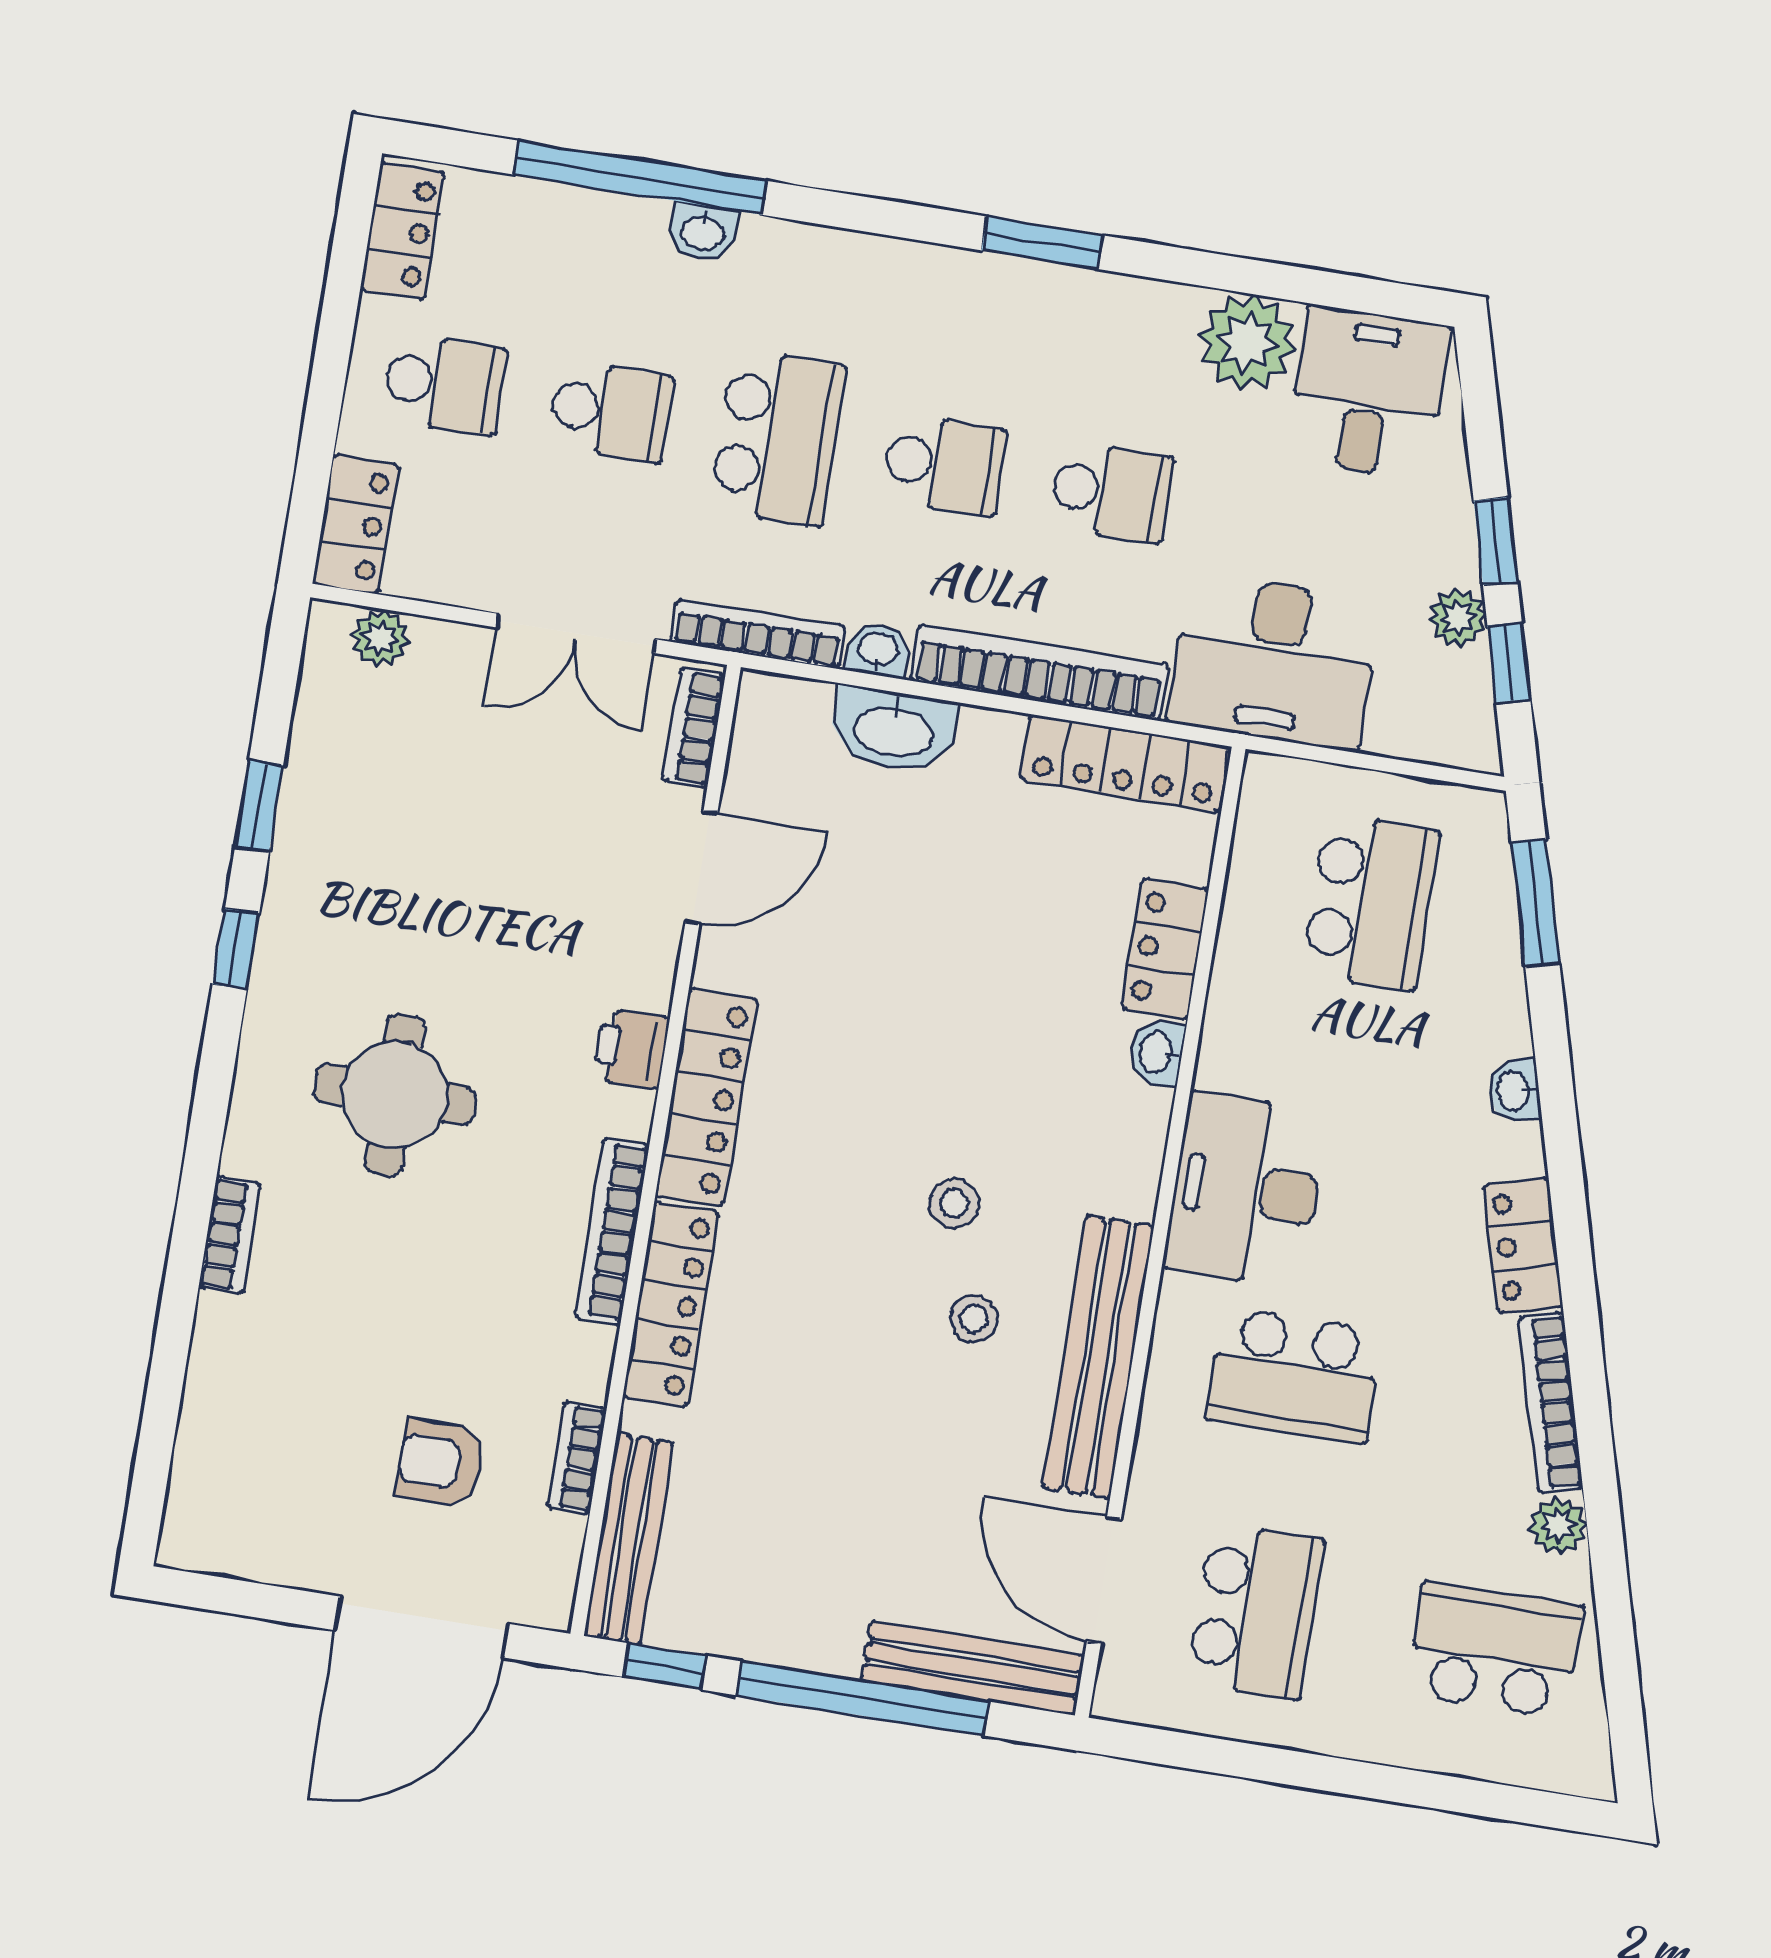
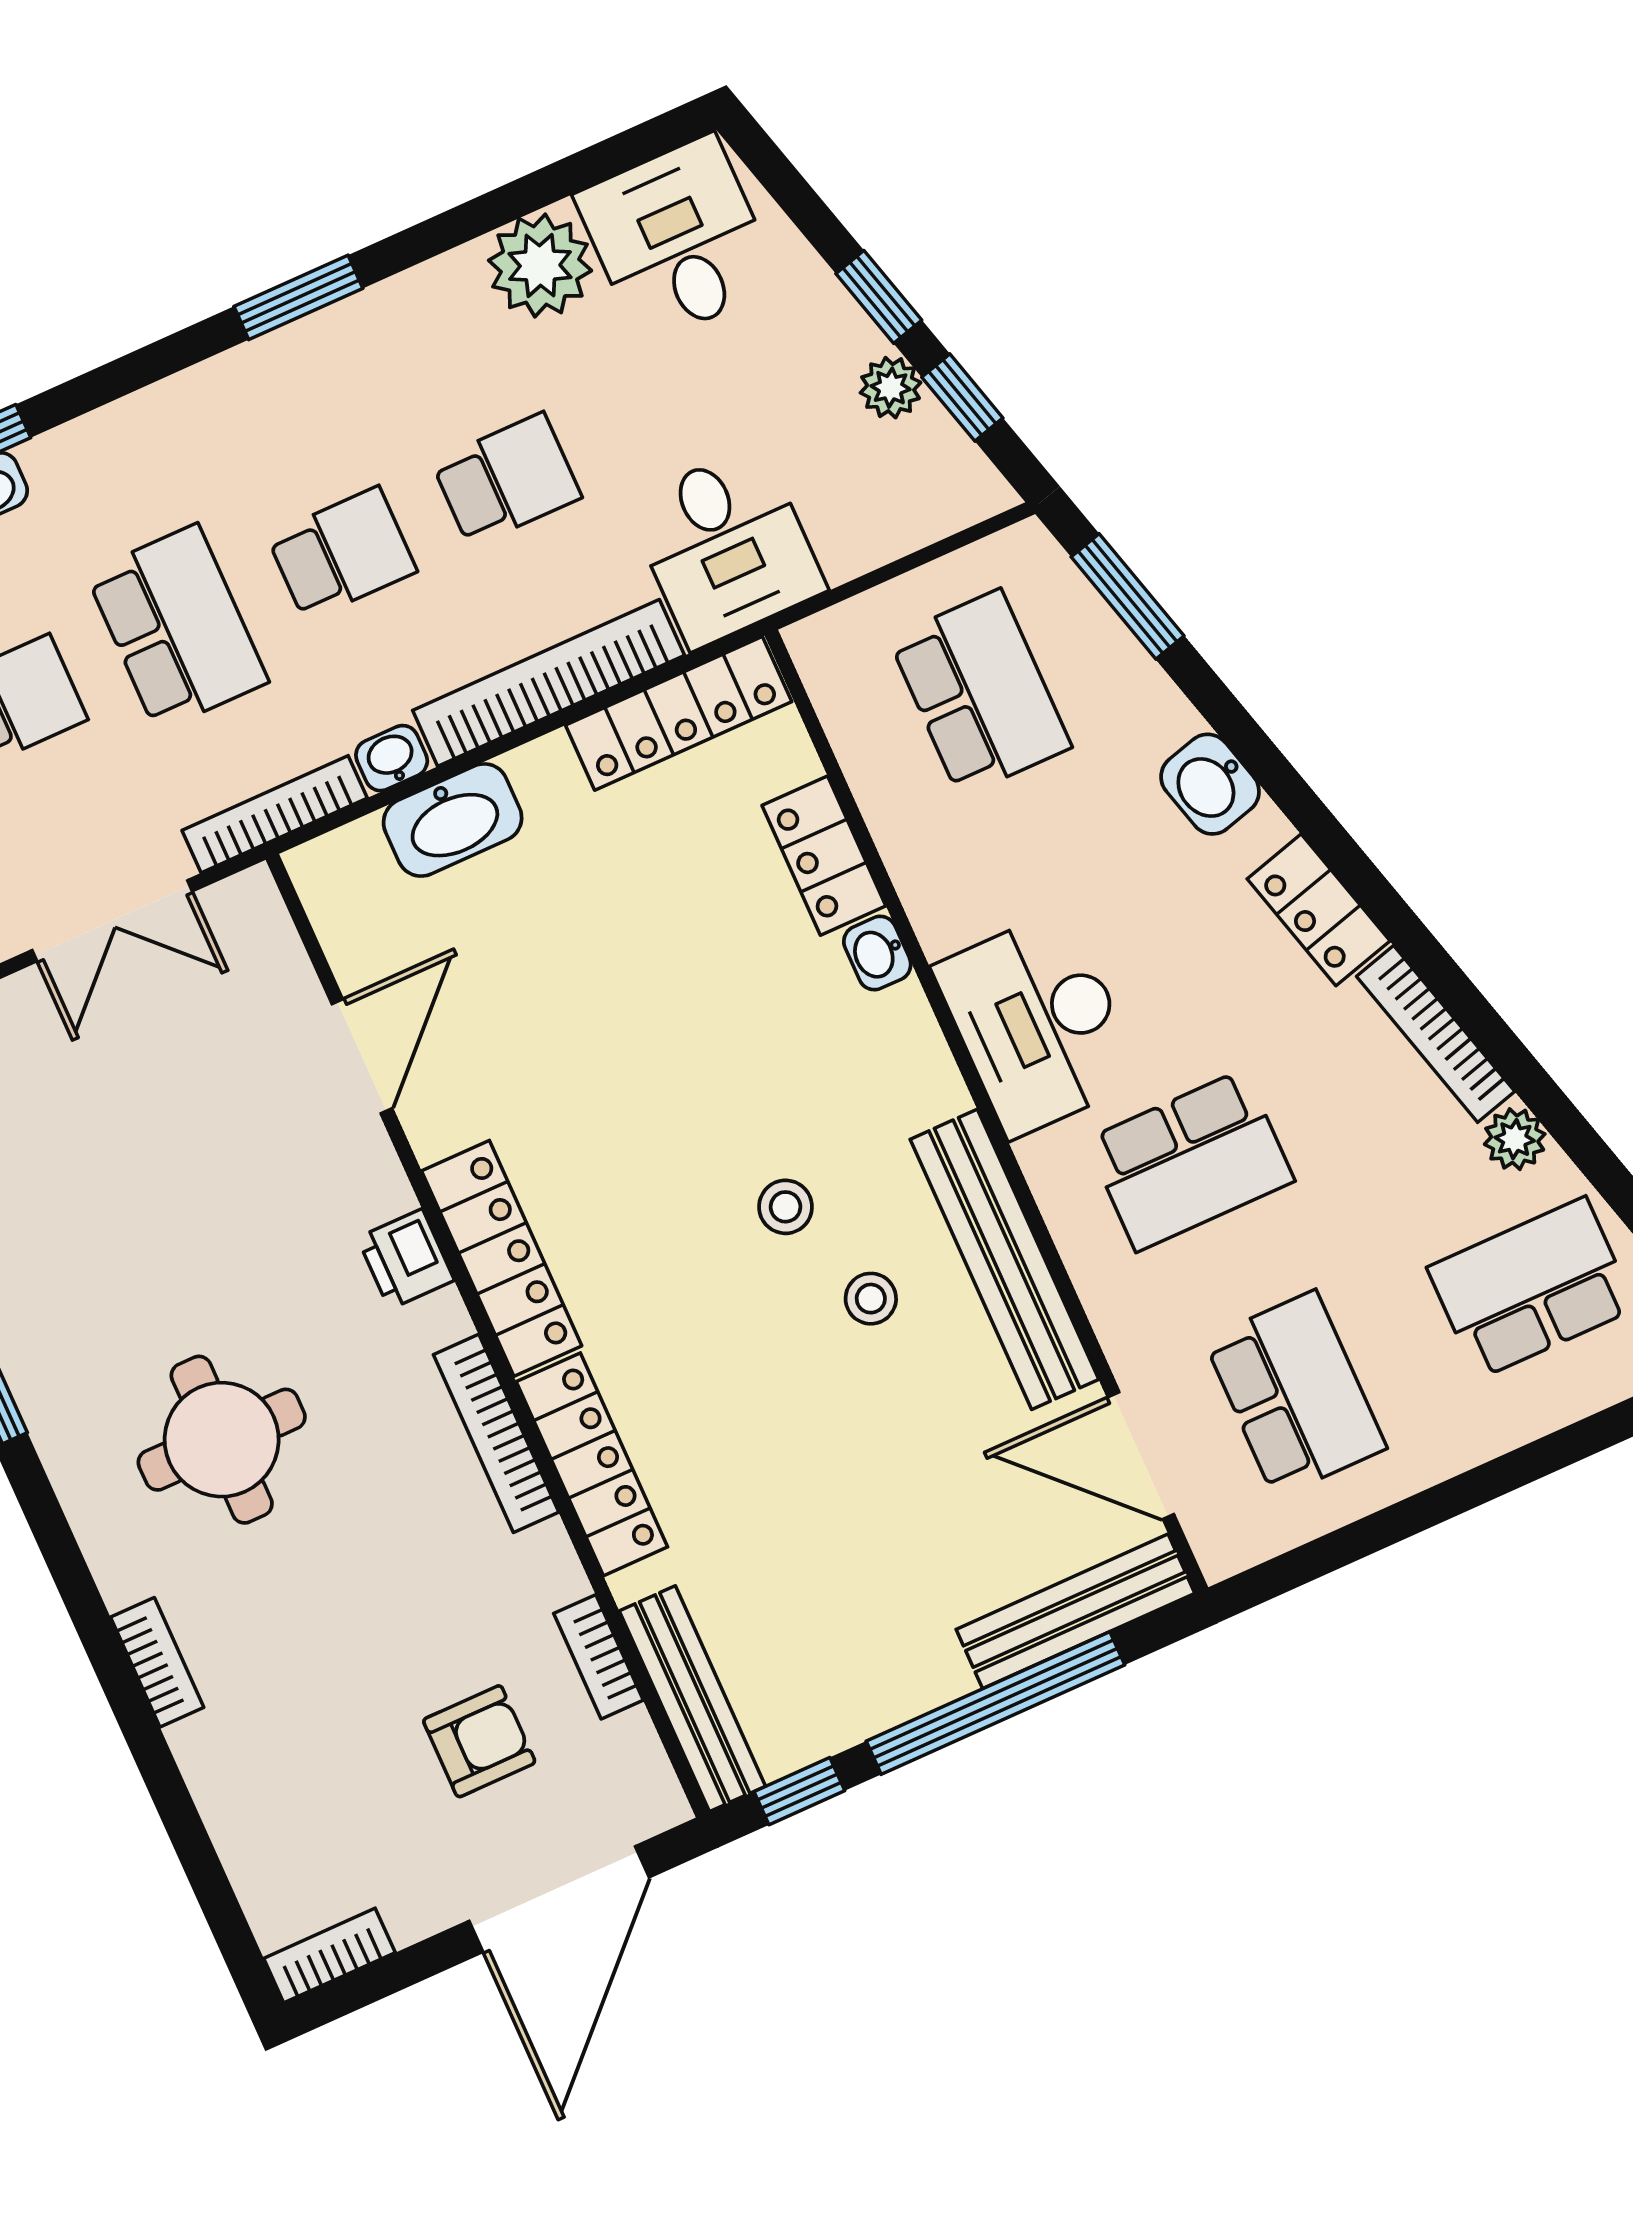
desk: (1274, 661) -> (726, 547), width x0.73
bookcase: (694, 728) -> (329, 1956), moved, turned 90
washbasin: (1514, 1091) -> (1210, 784), width x1.38, depth x1.45
armchair: (440, 1463) -> (479, 1741), turned 180

